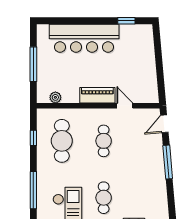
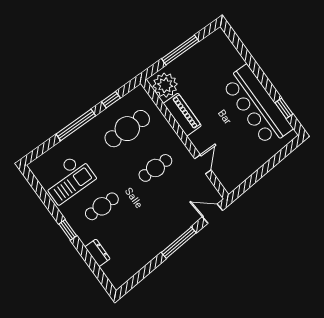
bar counter: (84, 38) -> (257, 106), moved
piano: (97, 95) -> (182, 115), moved
plant: (55, 97) -> (165, 85), width x1.87, depth x1.87
window: (33, 190) -> (76, 125), moved

